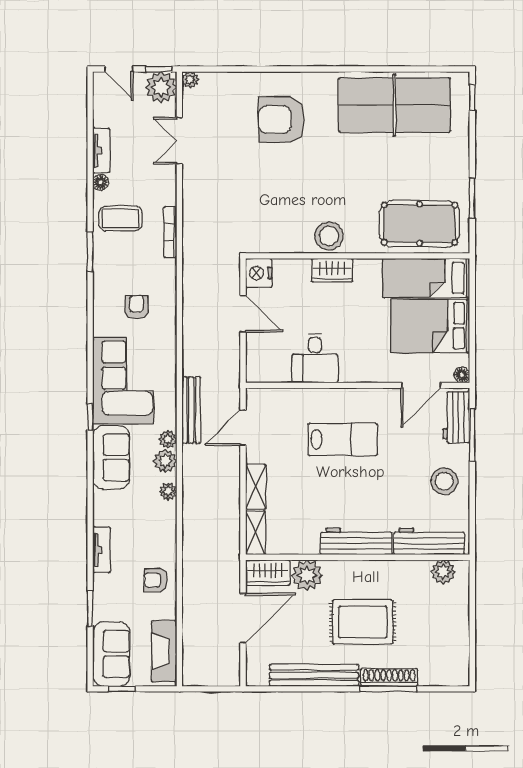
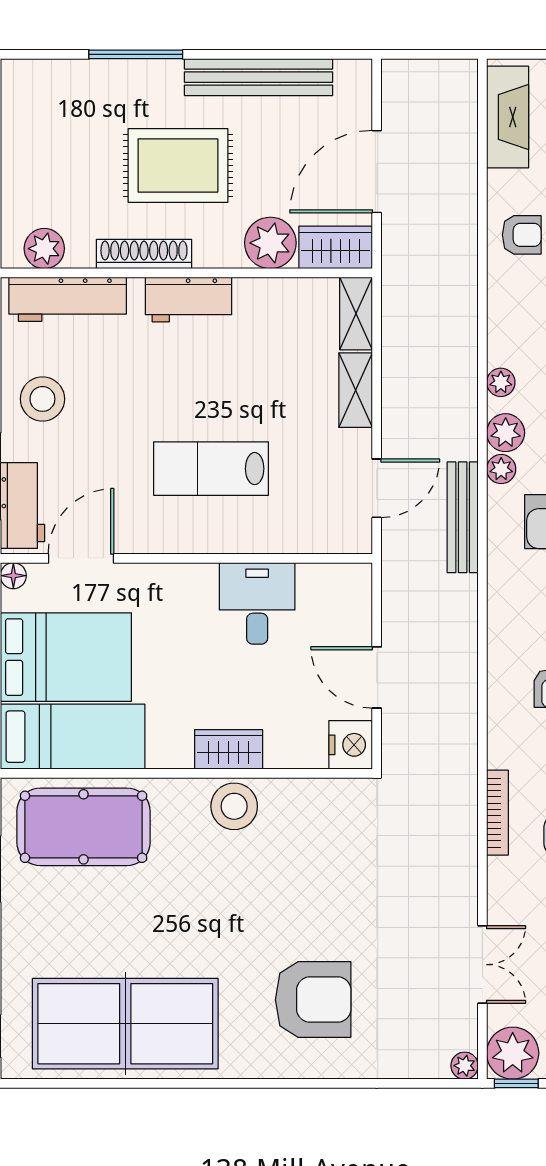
workbench: (356, 541) -> (188, 299), width x0.73
shoe rack: (389, 677) -> (144, 254), moved, turned 180

